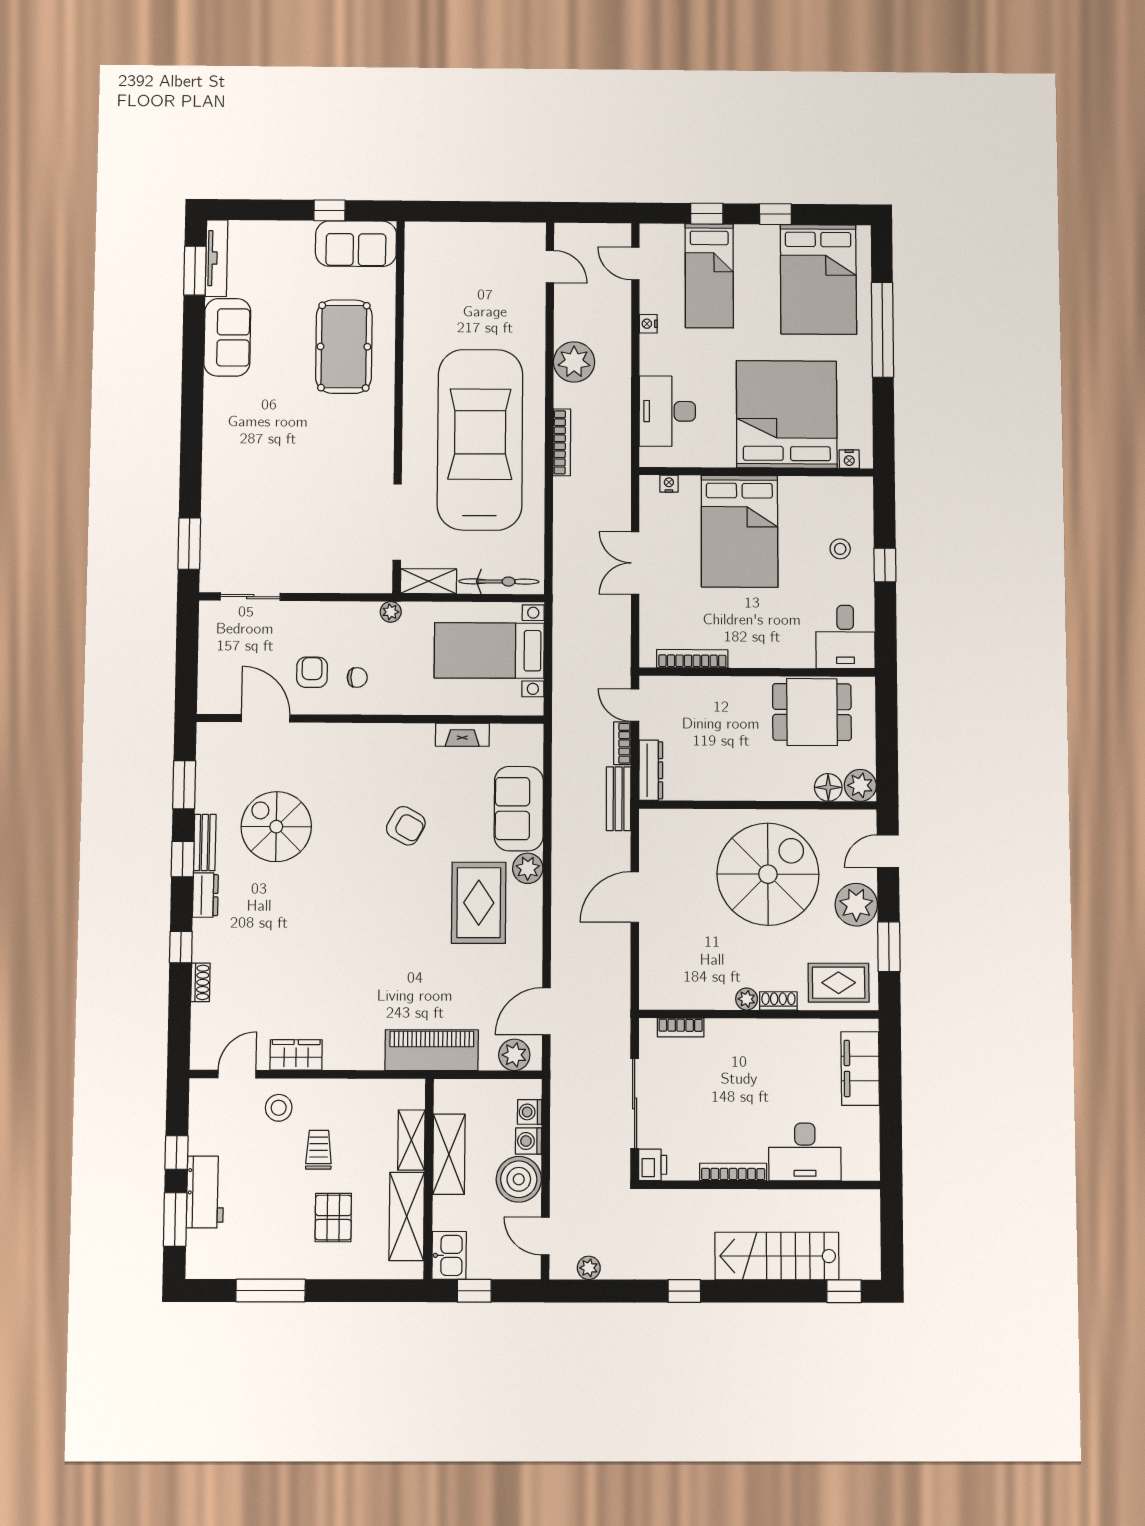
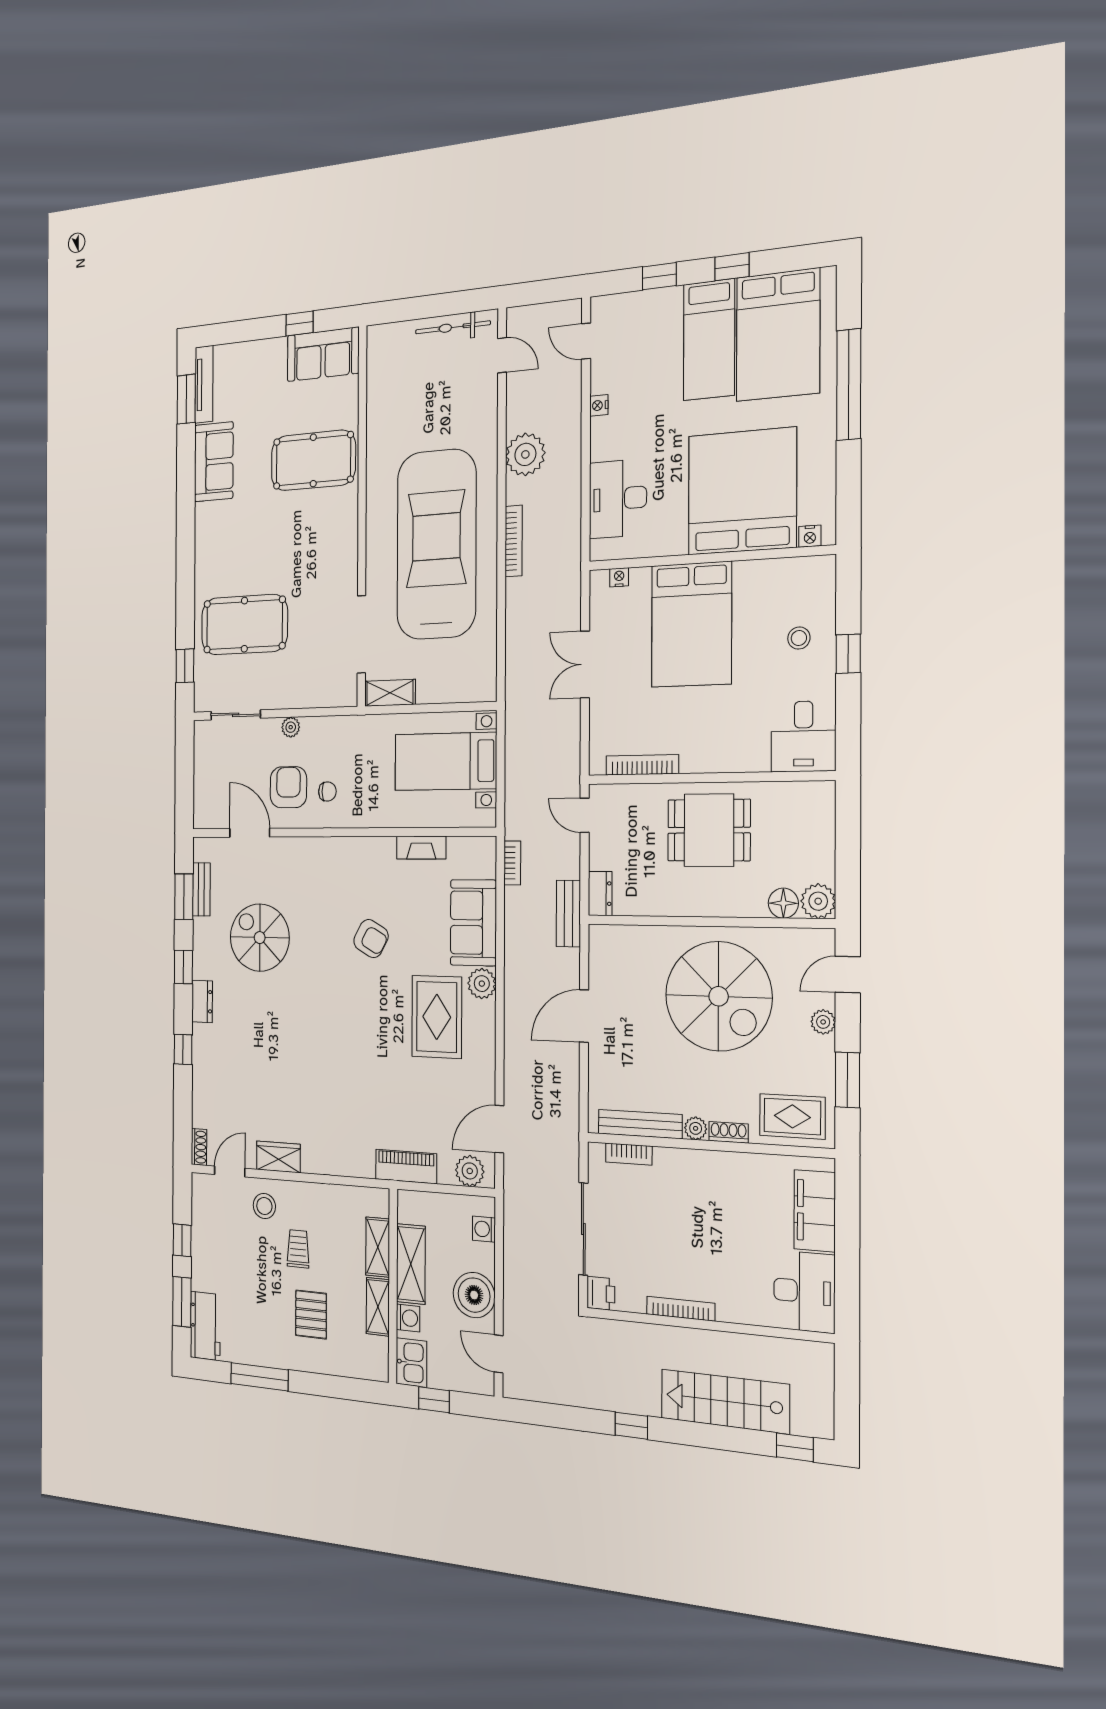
bed: (709, 276) -> (709, 340), moved
pool table: (344, 347) -> (313, 460), turned 90
pool table: (262, 505) -> (244, 625), added
window: (189, 544) -> (185, 666), width x0.67
bicycle: (499, 581) -> (453, 327), moved, turned 180
plant: (391, 612) -> (291, 727), moved
armchair: (312, 672) -> (288, 787), width x1.38, depth x1.38
dining table: (812, 712) -> (709, 830), moved
bookcase: (622, 743) -> (512, 863), moved, turned 180
dresser: (651, 770) -> (600, 894), width x0.70
bench: (205, 843) -> (201, 889), moved
spiral stairs: (768, 874) -> (719, 996), turned 90
plant: (856, 905) -> (823, 1022), width x0.53, depth x0.53
shoe rack: (200, 982) -> (199, 1147), moved
bench: (692, 998) -> (640, 1124), added
piano: (432, 1050) -> (406, 1166), width x0.73, depth x0.75
washing machine: (529, 1141) -> (408, 1318), moved, turned 180
desk: (805, 1152) -> (804, 1292), moved, turned -90
workbench: (205, 1192) -> (205, 1326), moved
shelving: (407, 1216) -> (378, 1307), width x0.67, depth x0.75
plant: (589, 1268) -> (539, 1391), removed

